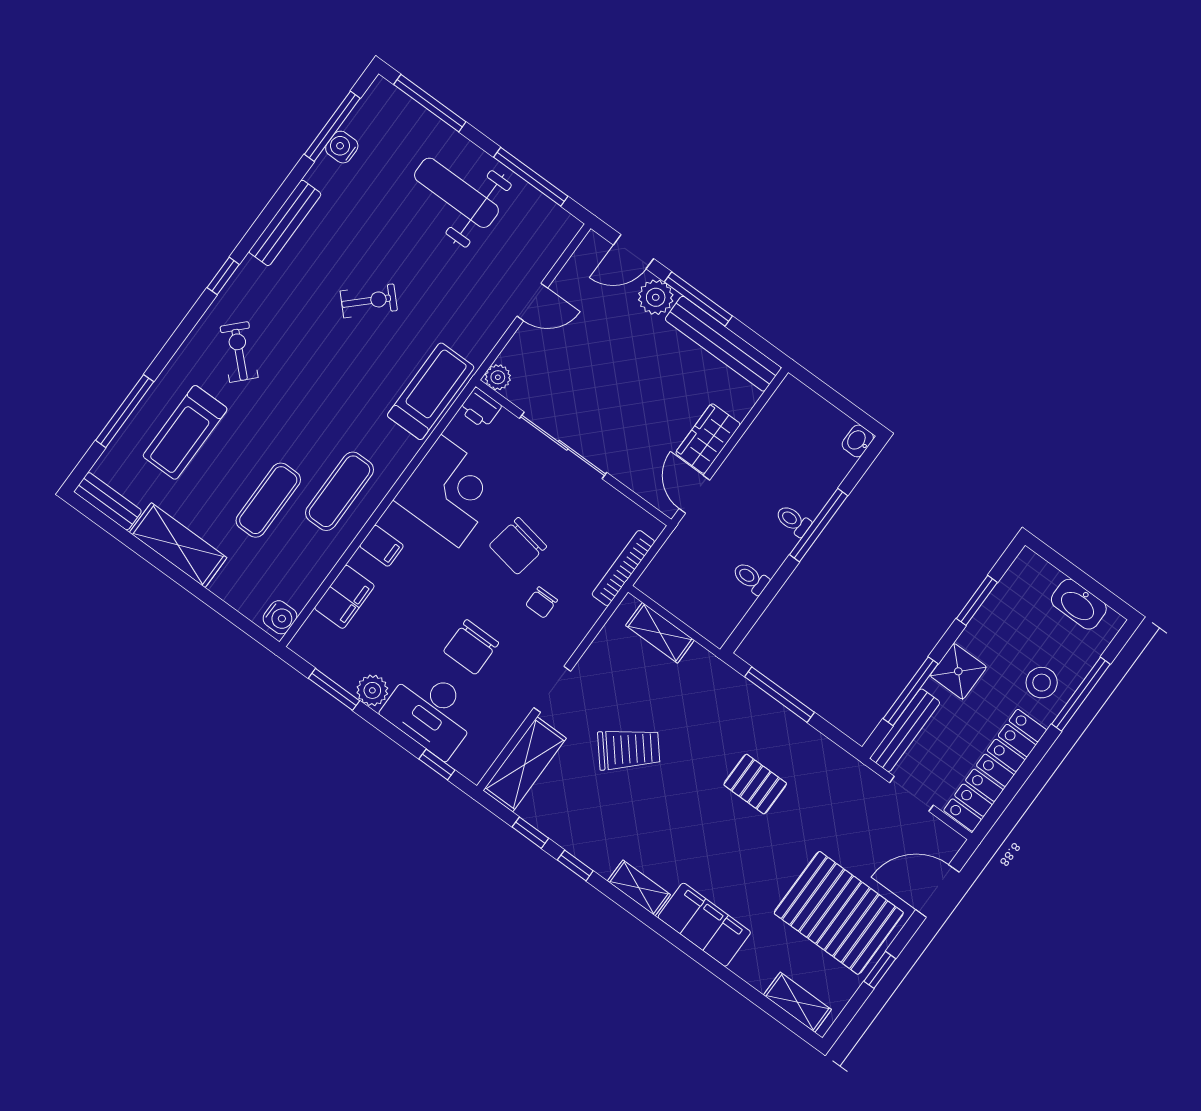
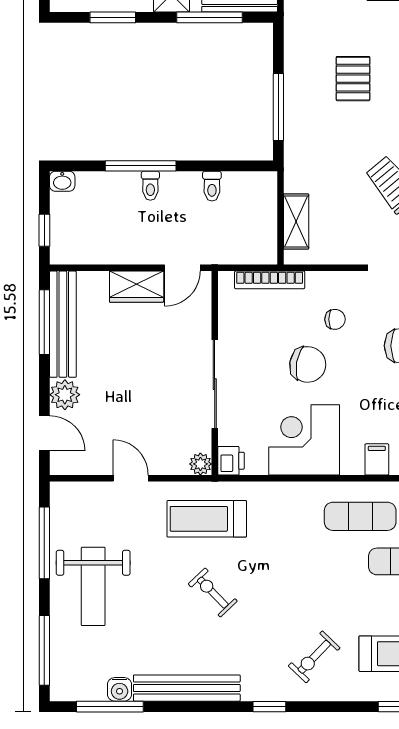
bench: (285, 223) -> (187, 688), width x1.37, depth x1.21
window: (698, 299) -> (44, 322), moved
treadmill: (431, 391) -> (207, 519), moved
window: (824, 391) -> (44, 230), added

